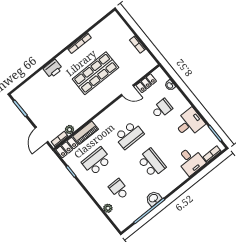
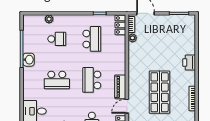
piano: (86, 133) -> (120, 87), moved

